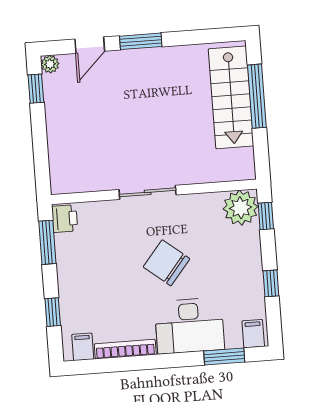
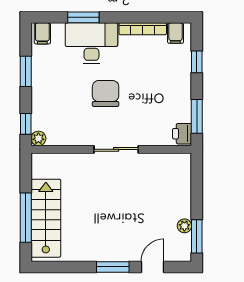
plant: (50, 64) -> (184, 226), moved
window: (36, 89) -> (197, 236), width x1.50
plant: (241, 208) -> (38, 138), width x0.53, depth x0.53
chair: (166, 263) -> (106, 93), turned -129
window: (271, 283) -> (26, 71), width x1.50
window: (224, 356) -> (83, 17), moved

